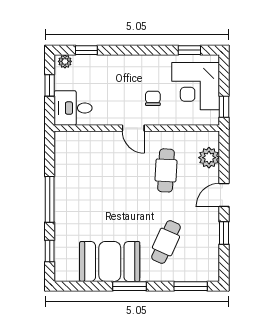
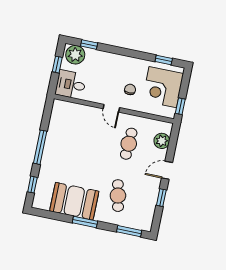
plant: (65, 61) -> (75, 55), width x1.88, depth x1.88
cafe table: (166, 242) -> (118, 196), turned -36

